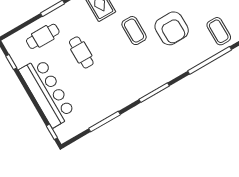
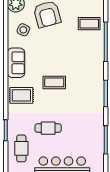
armchair: (172, 28) -> (68, 55), removed

